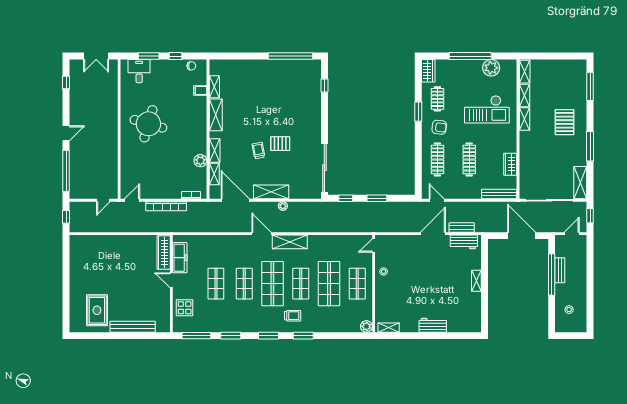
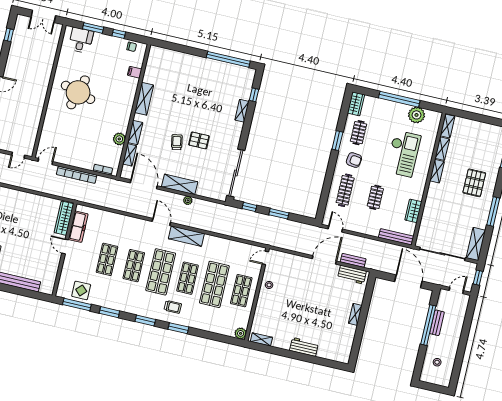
shelving: (214, 87) -> (242, 111), moved
checkout: (487, 109) -> (403, 154), turned -90
clothes rail: (469, 159) -> (375, 197), width x0.73
display table: (185, 308) -> (81, 290), moved

